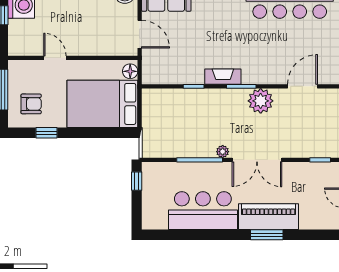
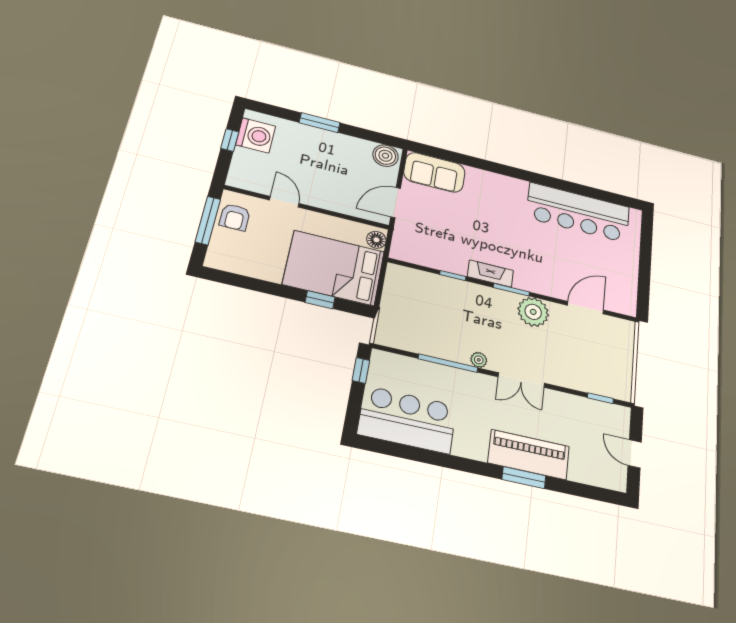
door: (140, 34) -> (396, 203), swing flipped
armchair: (31, 104) -> (235, 217), moved, turned 90
window: (47, 133) -> (320, 300), moved
double door: (257, 160) -> (521, 380), width x0.73
bar counter: (203, 211) -> (407, 420), moved

